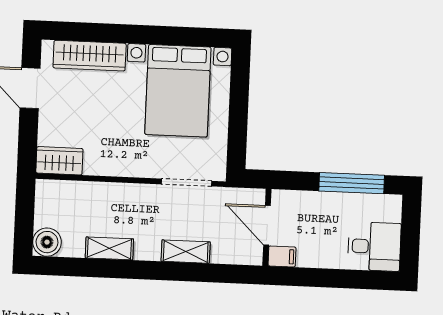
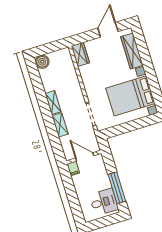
door: (267, 225) -> (85, 157), hinge flipped
desk: (374, 246) -> (104, 202), moved, turned -90
shelving: (109, 248) -> (53, 103), moved

